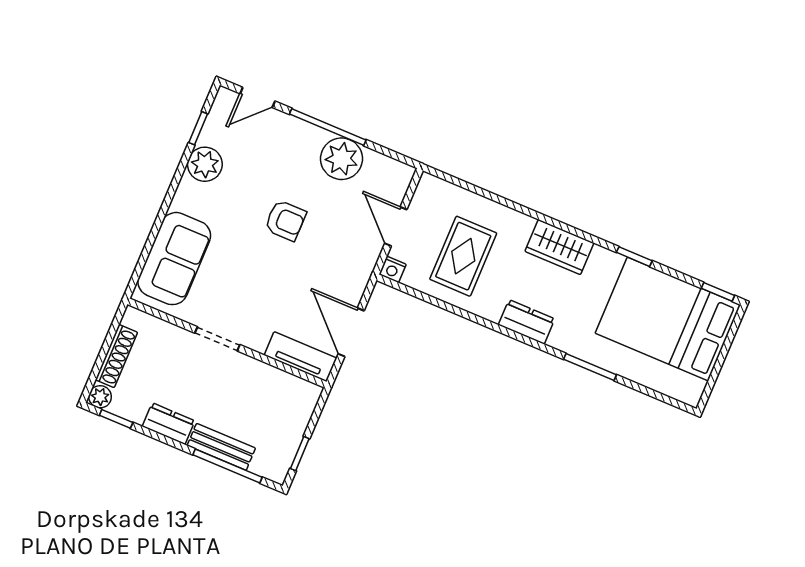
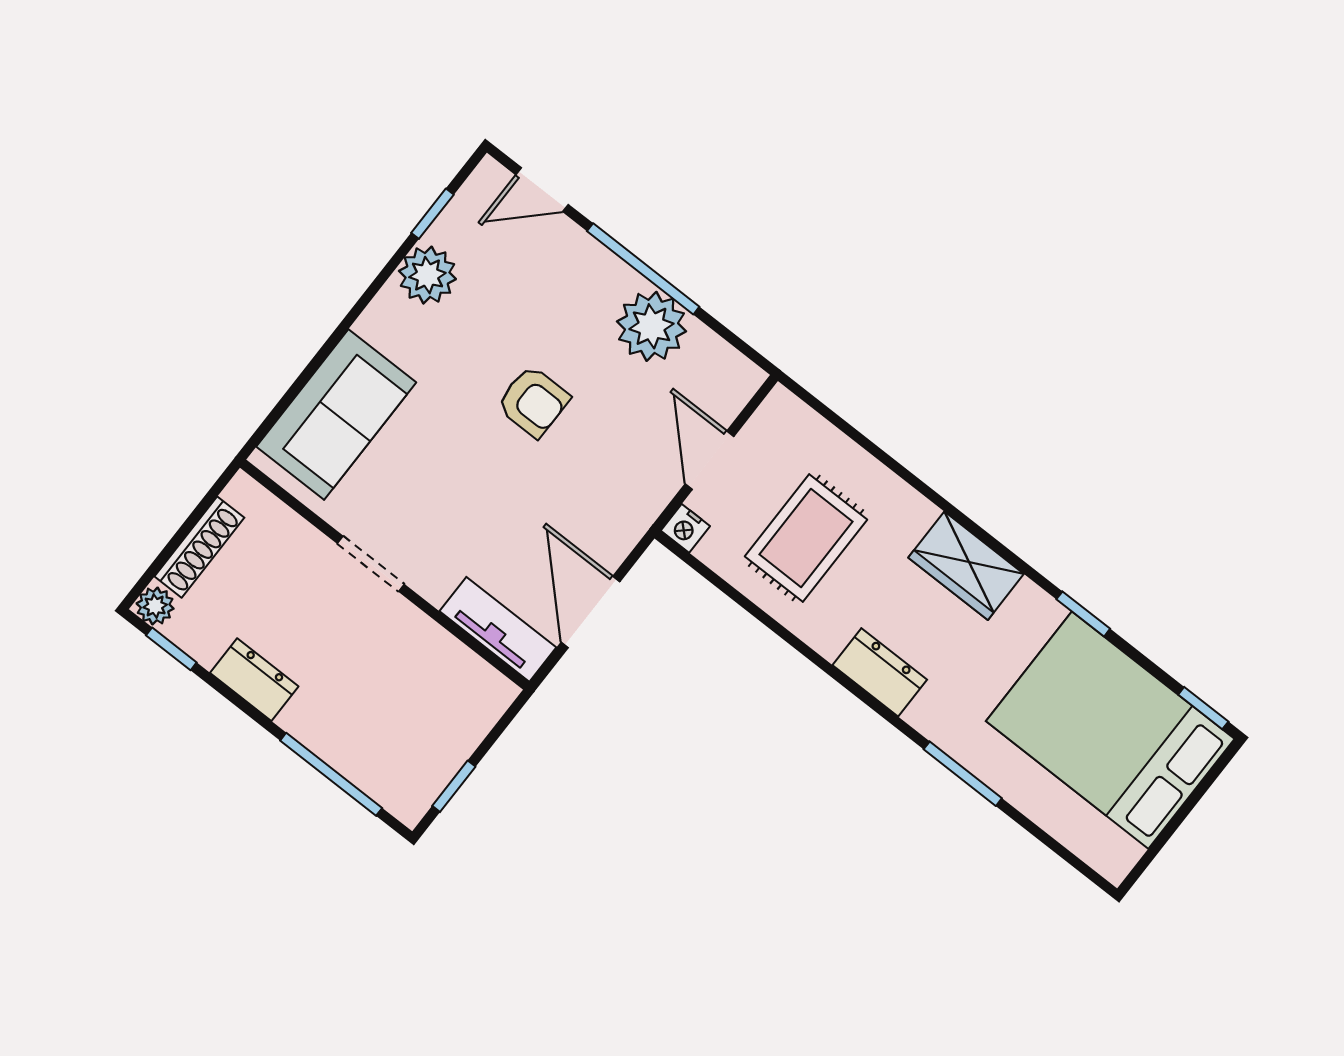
bench: (221, 447) -> (330, 741), removed

